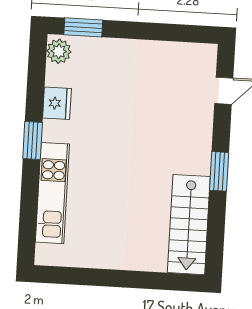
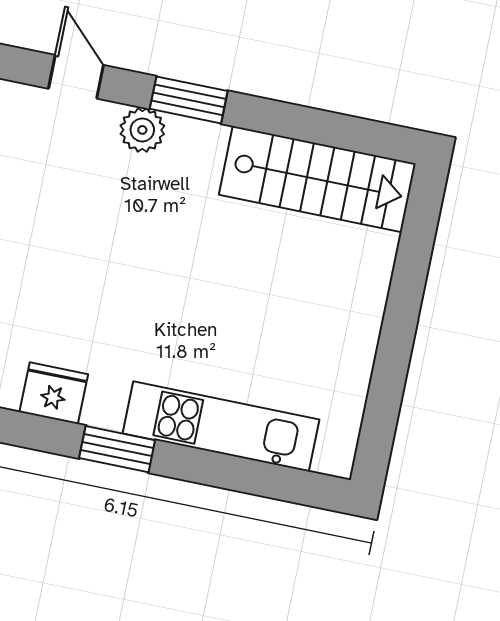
plant: (201, 129) -> (142, 130), added
window: (219, 171) -> (189, 100), moved

